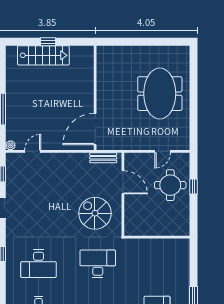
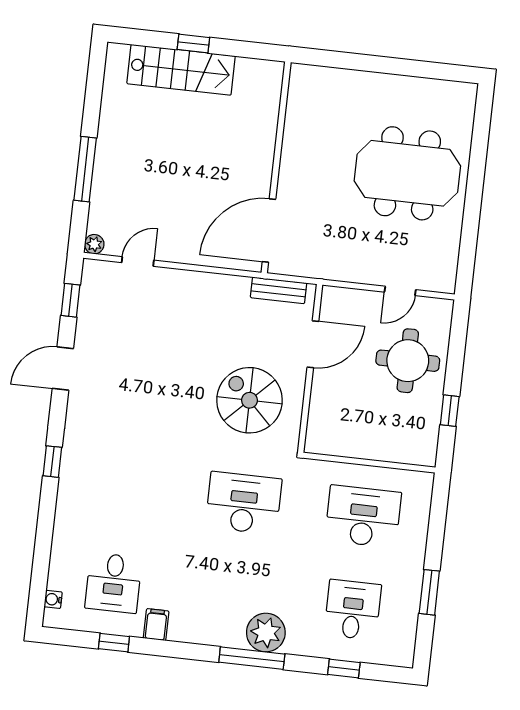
meeting table: (160, 94) -> (407, 173), turned 90
door: (123, 182) -> (313, 344), hinge flipped
window: (194, 187) -> (450, 411), moved
desk: (38, 264) -> (363, 516), moved, turned 180

